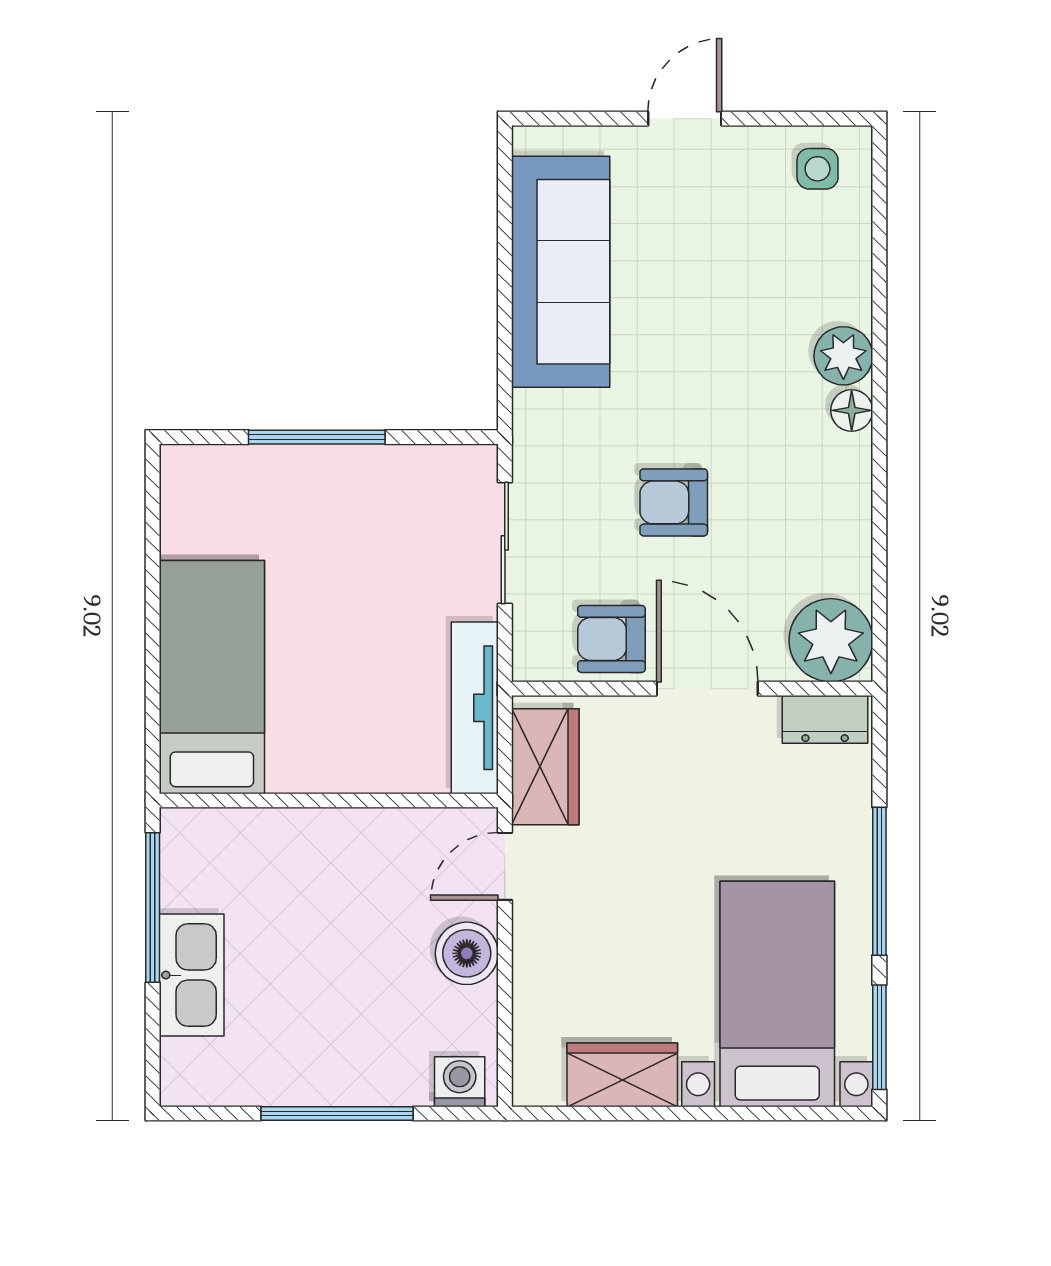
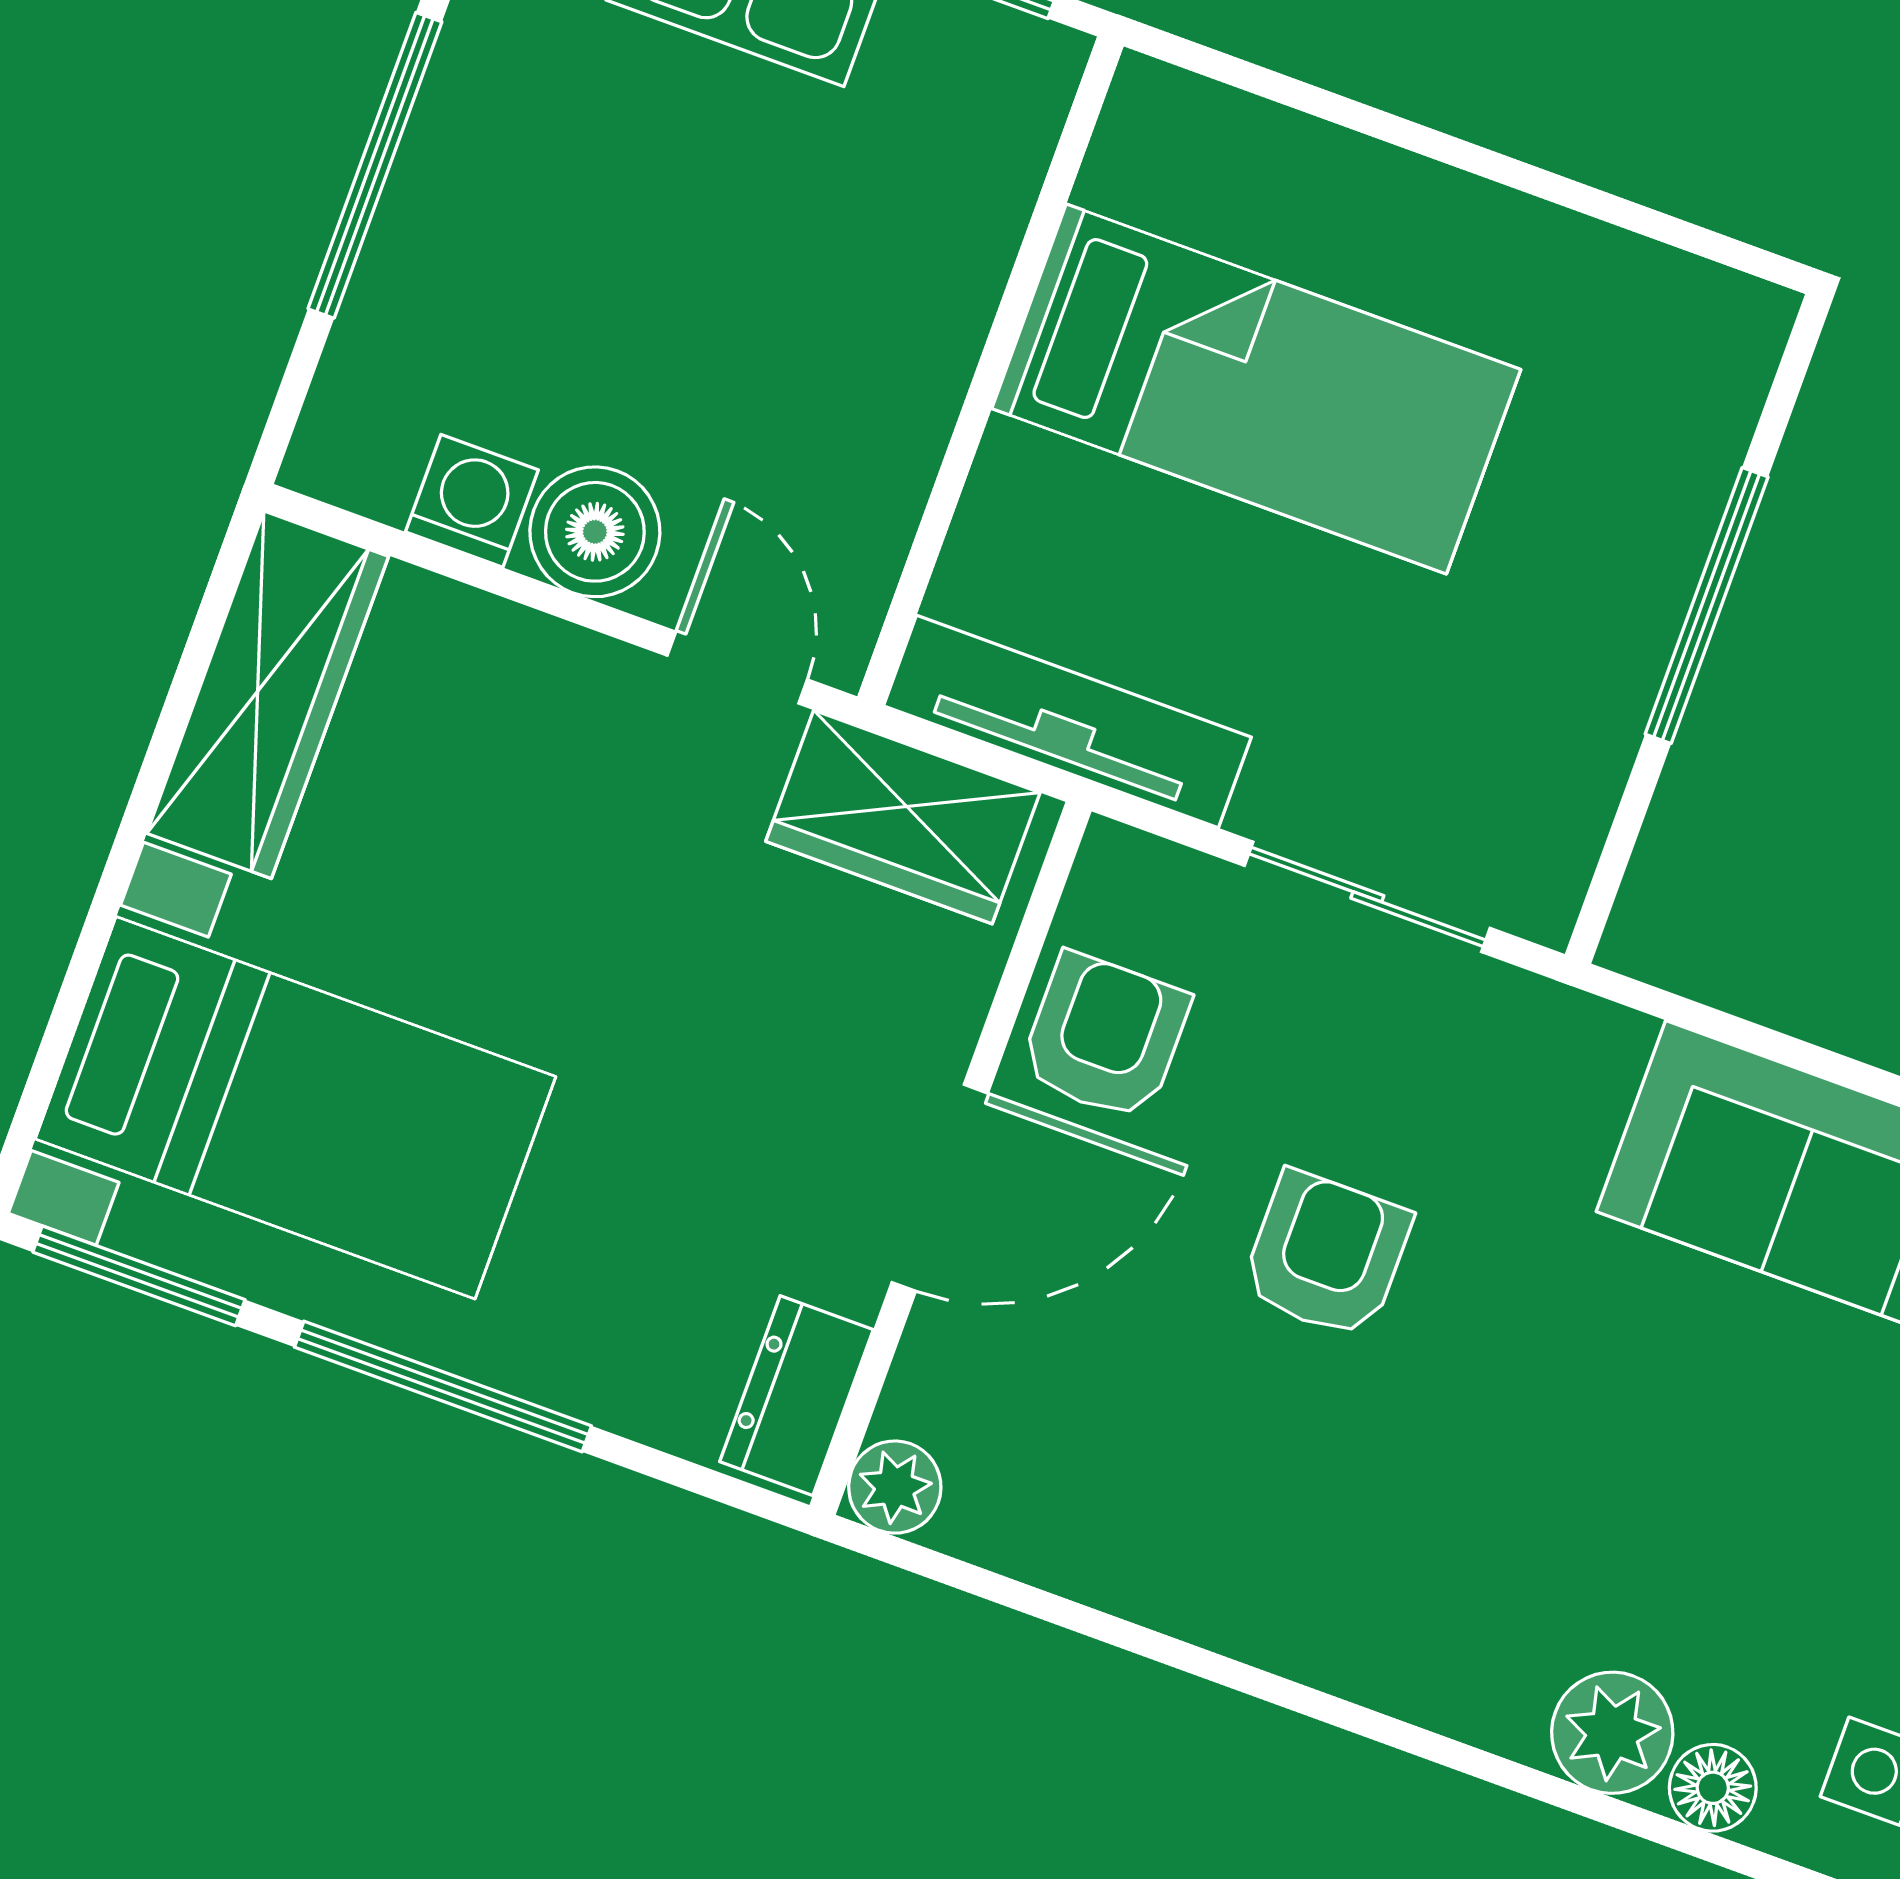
plant: (843, 356) -> (1612, 1733), moved
floor lamp: (852, 410) -> (1713, 1788), moved
plant: (831, 640) -> (895, 1487), width x0.53, depth x0.53
bed: (212, 677) -> (1256, 389), moved
wardrobe: (622, 1075) -> (268, 695), width x1.50
washing machine: (460, 1082) -> (472, 501), moved, turned -90

